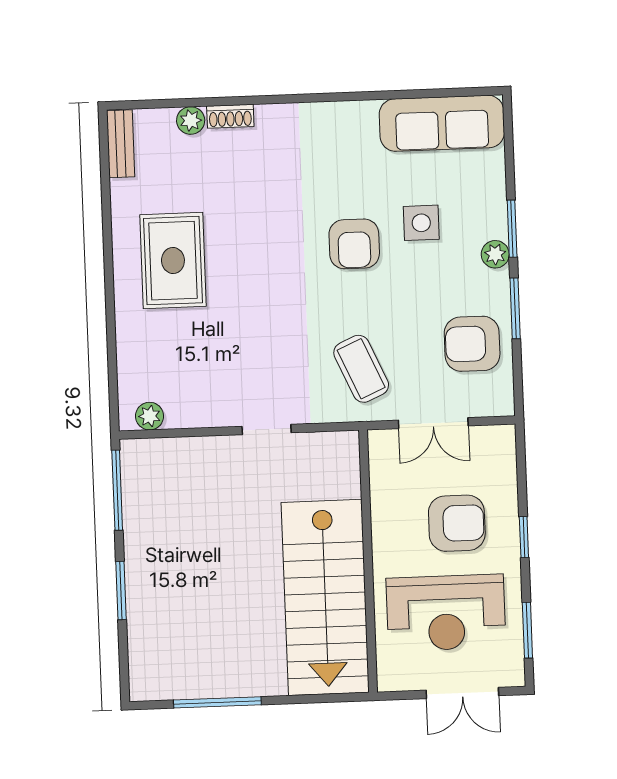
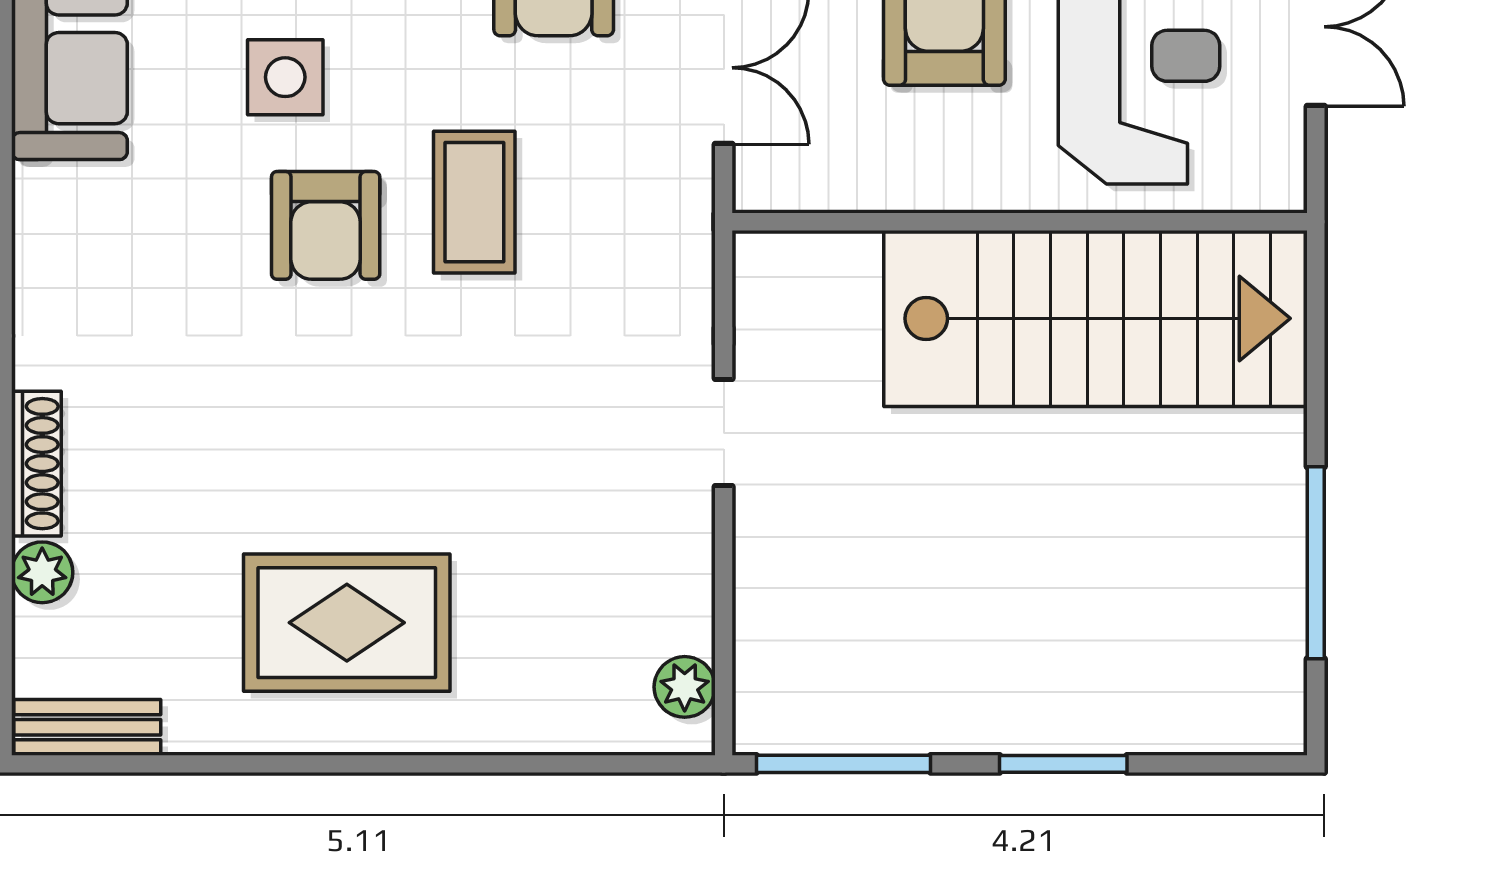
shoe rack: (230, 116) -> (36, 464), width x1.43
armchair: (354, 244) -> (326, 225), turned 90
coffee table: (361, 369) -> (474, 202), moved, turned -66

